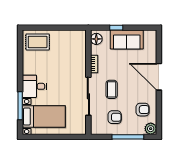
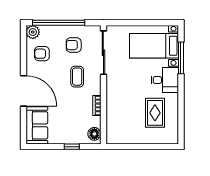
sofa: (127, 39) -> (37, 125), moved, turned 90
rug: (38, 42) -> (155, 113), moved, turned 90
sliding door: (88, 96) -> (103, 53), moved
window: (128, 137) -> (59, 23), width x1.46

